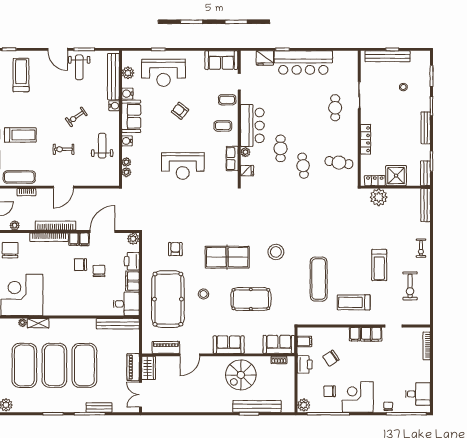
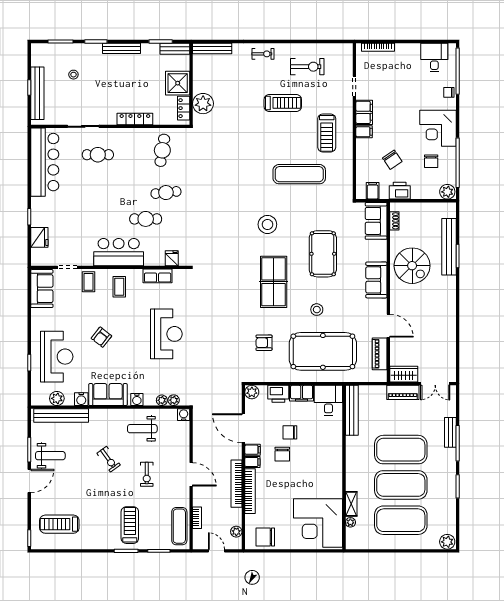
bar counter: (303, 63) -> (45, 162), moved
water cooler: (114, 106) -> (184, 415), moved
plant: (245, 152) -> (150, 260), removed

